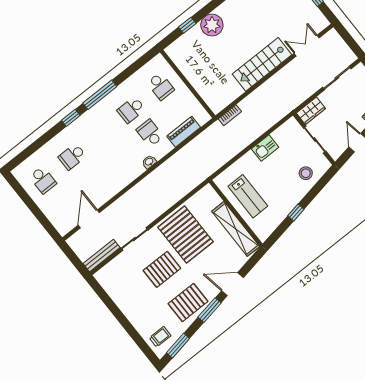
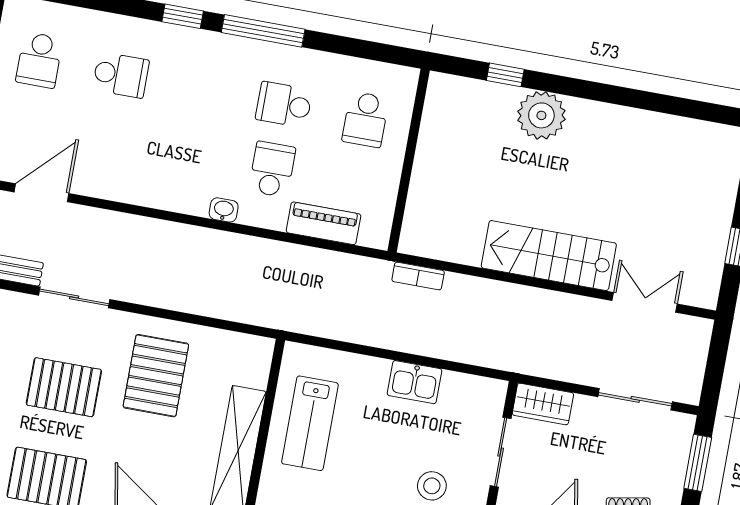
school desk: (72, 157) -> (121, 75), turned 180
pallet: (186, 234) -> (156, 376), width x0.73, depth x0.71

